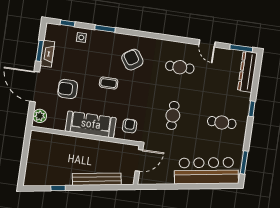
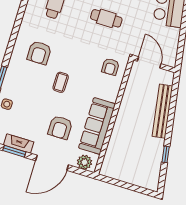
armchair: (132, 60) -> (39, 53), turned -56
sofa: (91, 124) -> (97, 126), moved
armchair: (130, 126) -> (110, 67), turned -91

